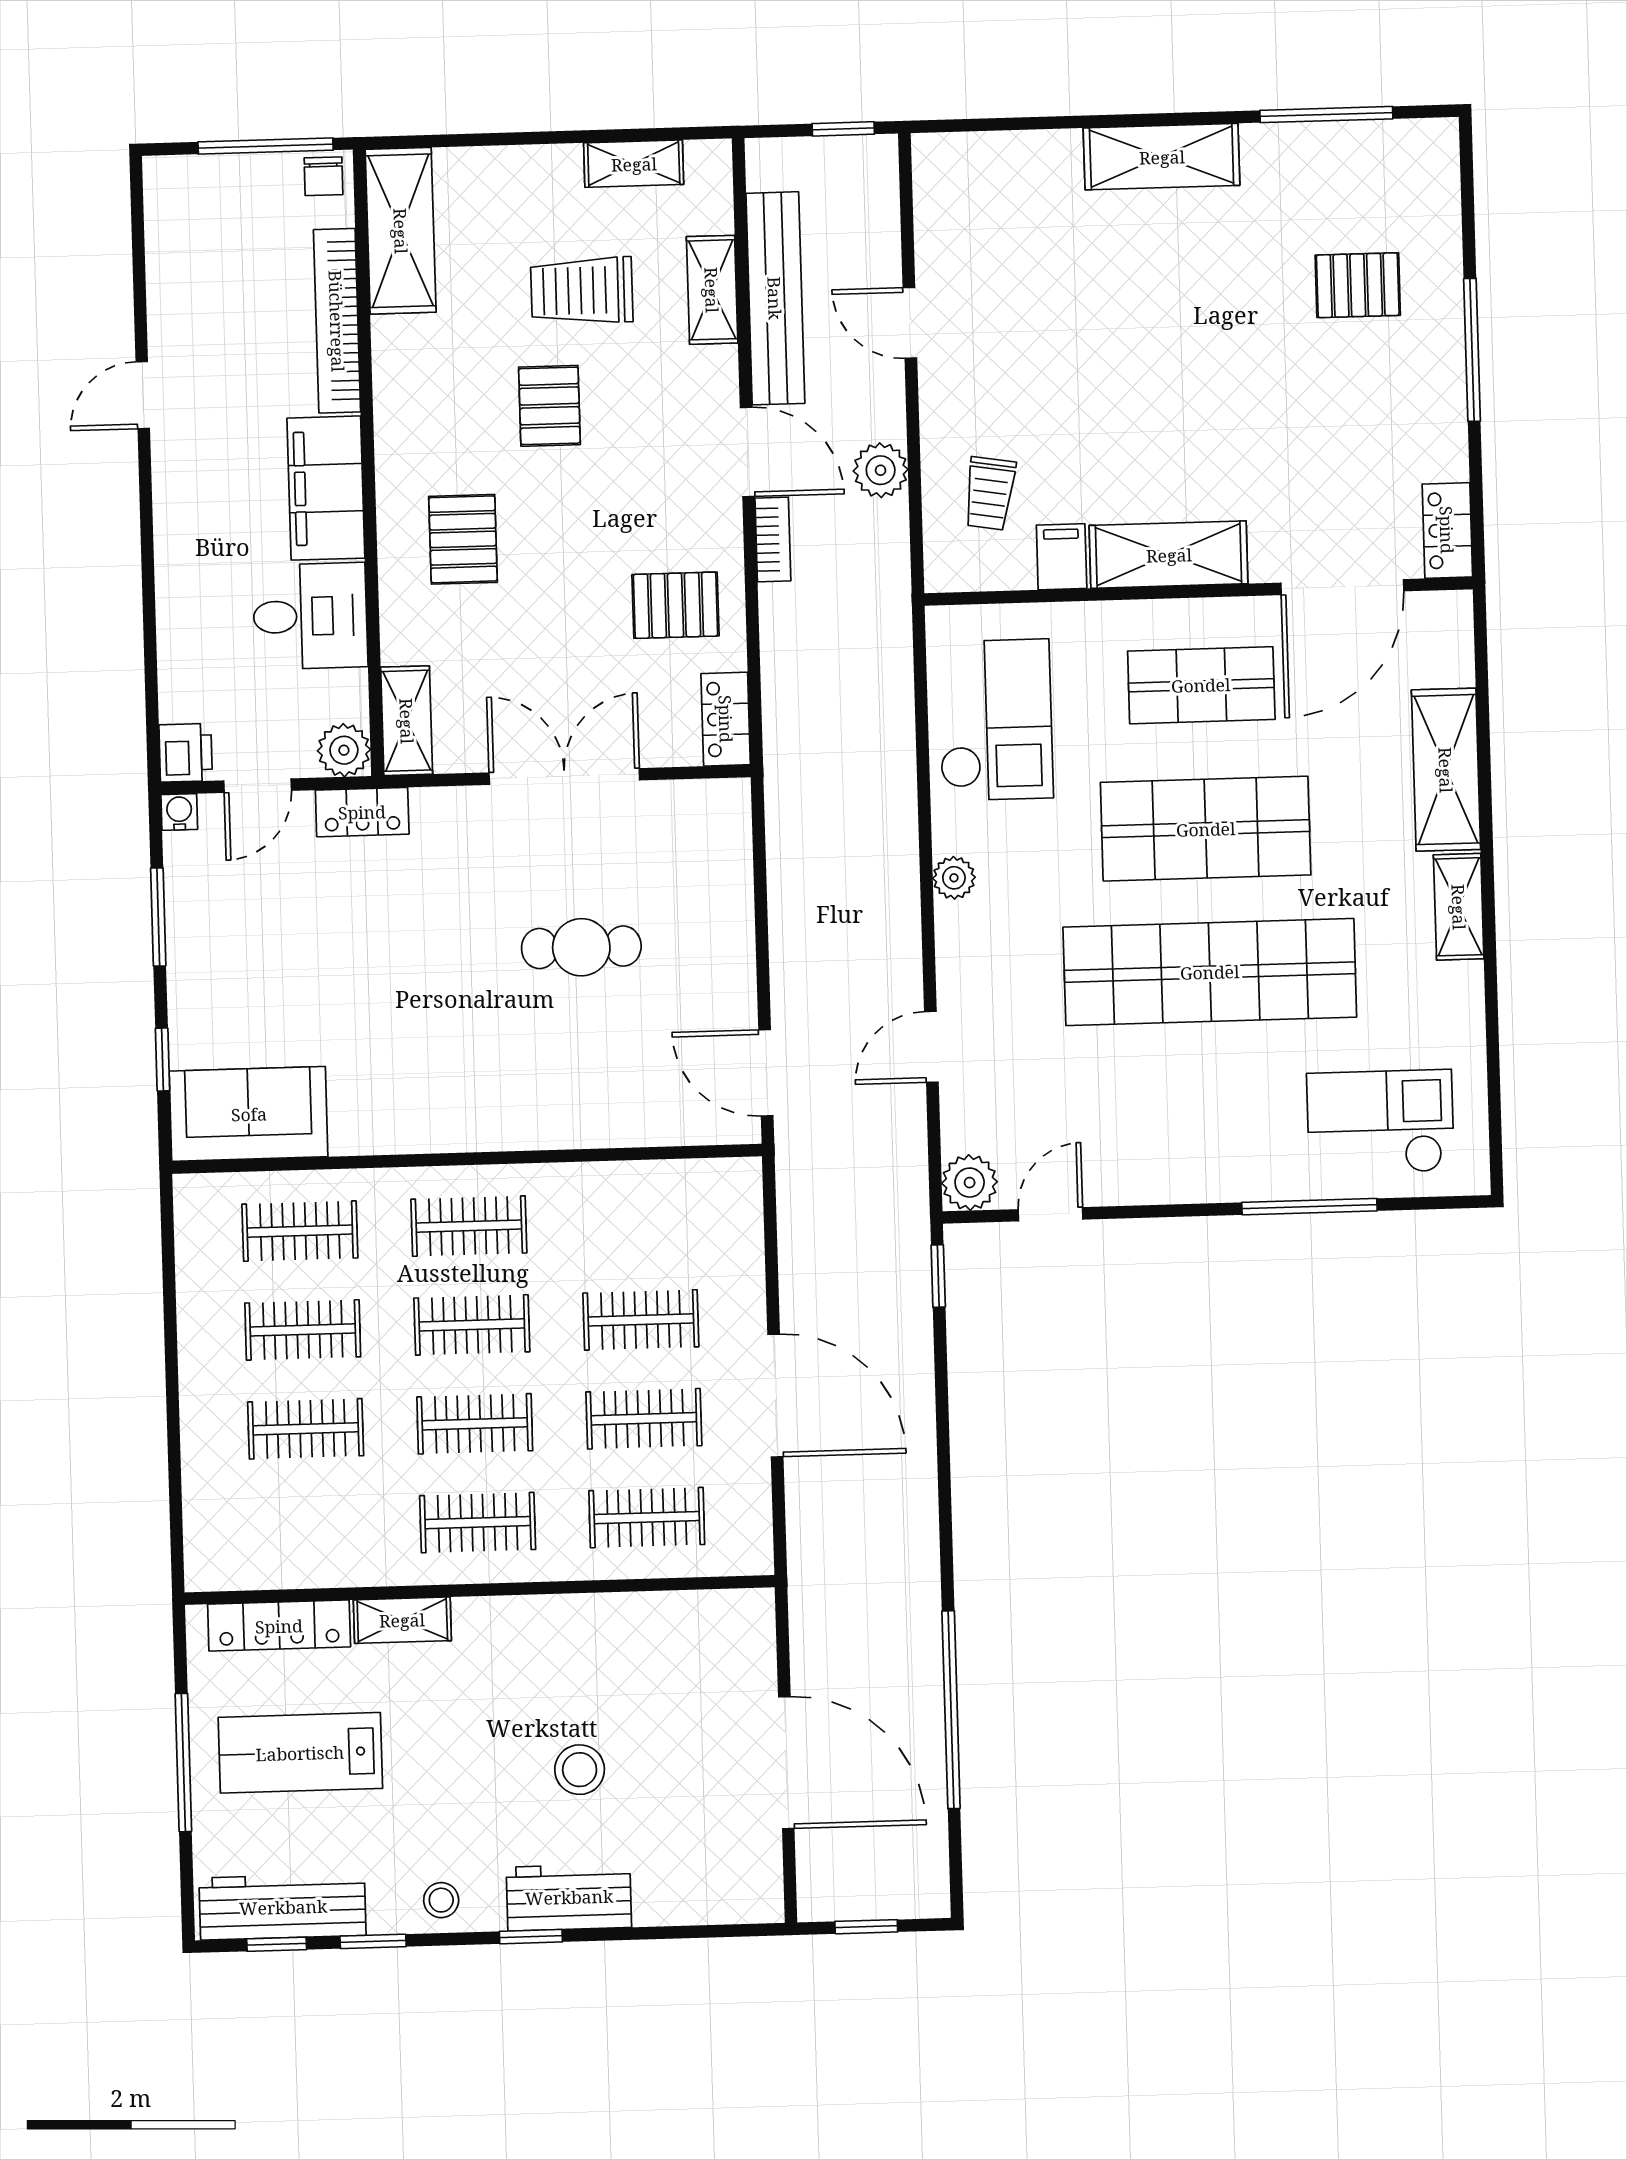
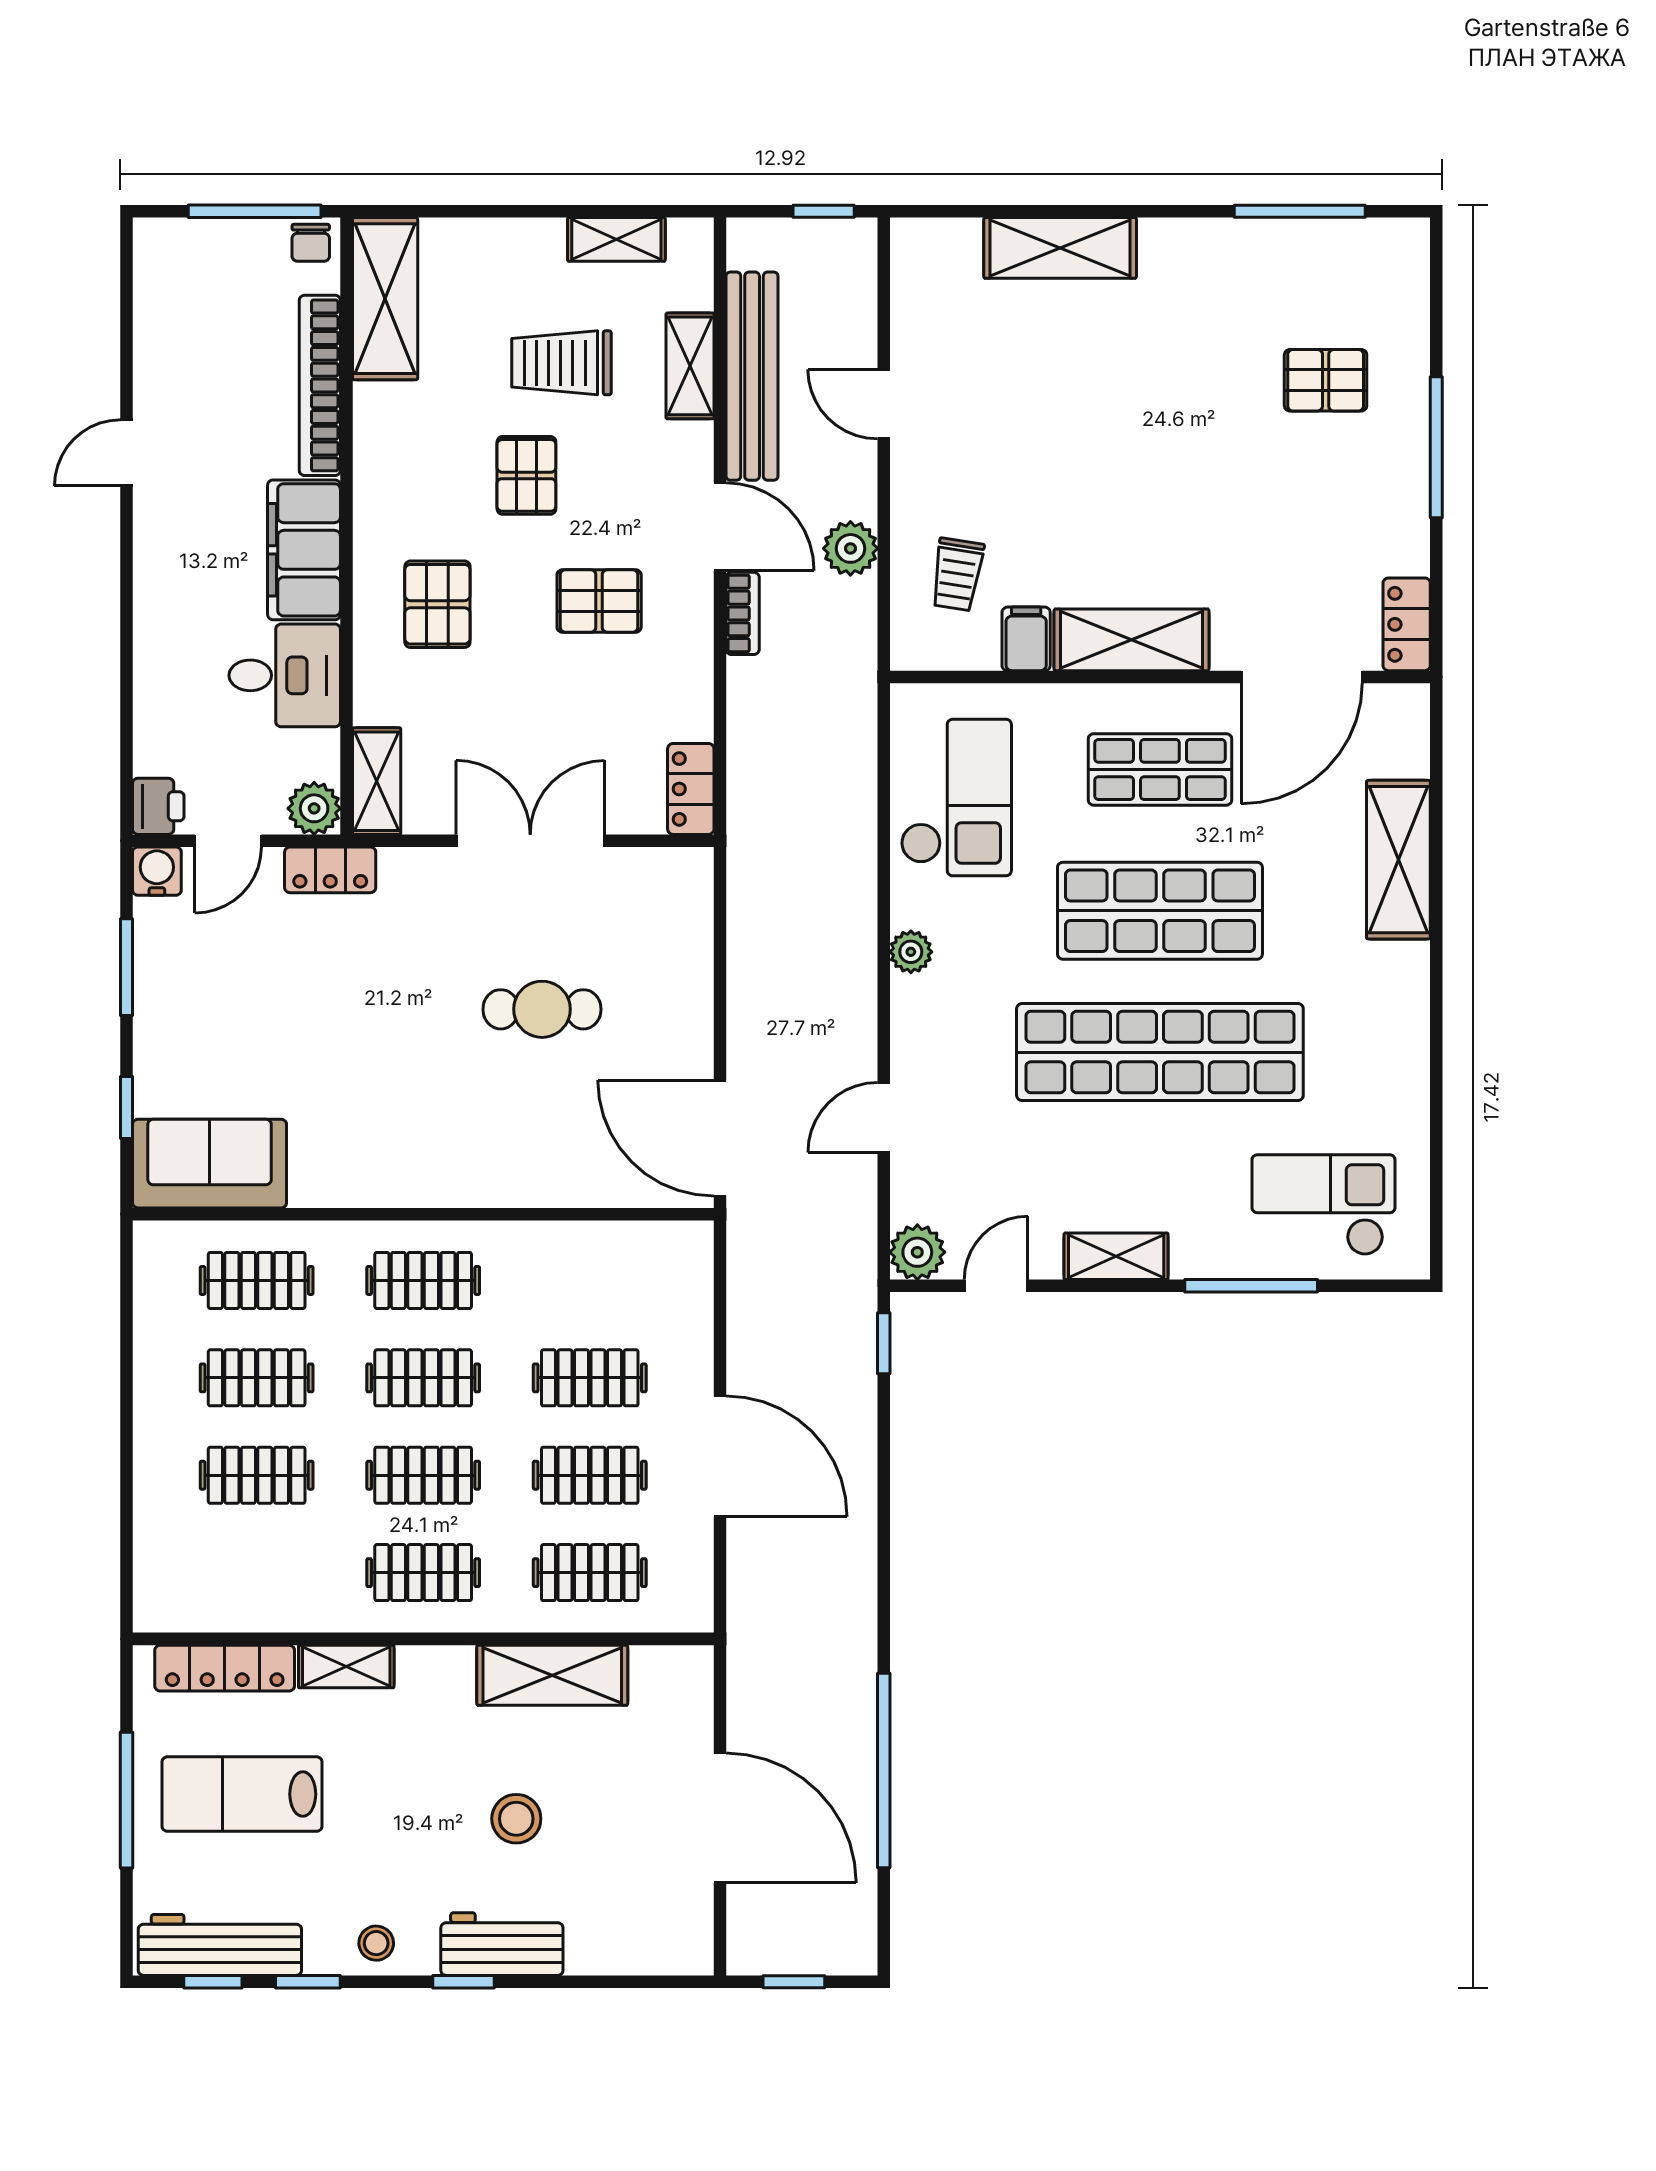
shelving: (1162, 157) -> (1060, 248), moved
pallet: (675, 605) -> (599, 601), moved
water cooler: (179, 812) -> (157, 871), width x1.38, depth x1.38
shelving: (1459, 907) -> (1116, 1256), moved, turned 90
door: (766, 1073) -> (720, 1138), width x1.36
shelving: (612, 1623) -> (552, 1675), added

